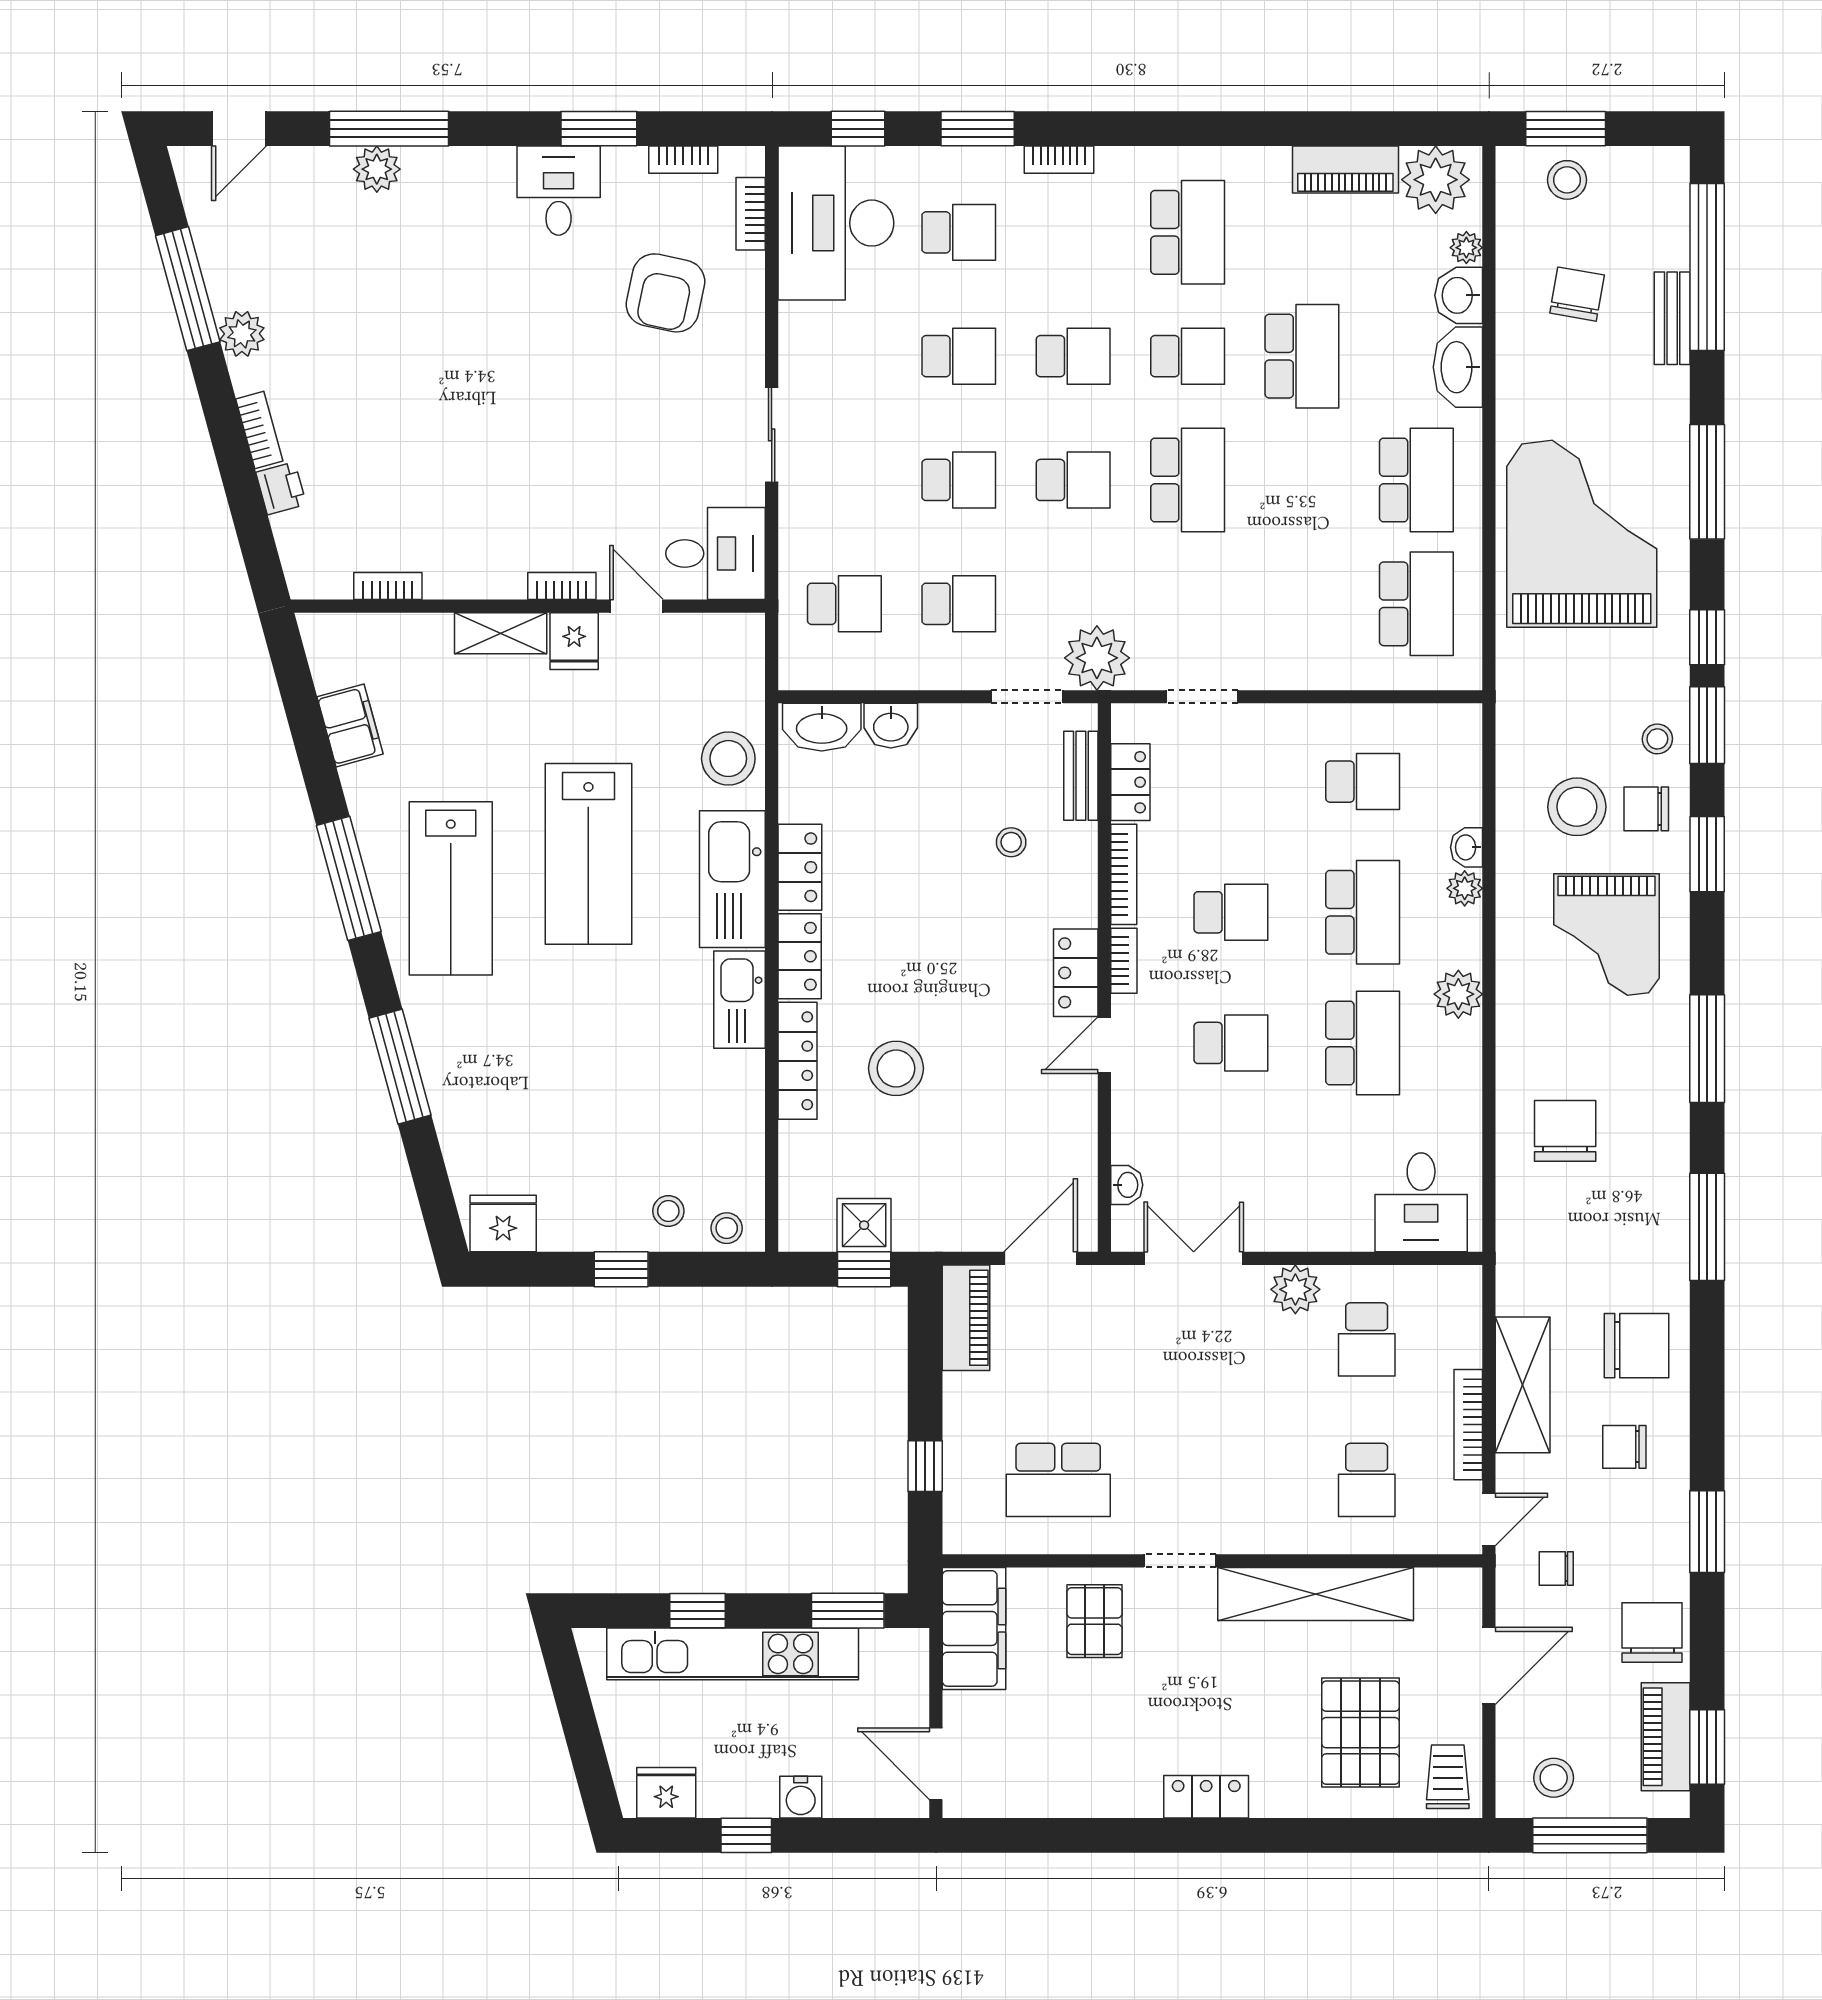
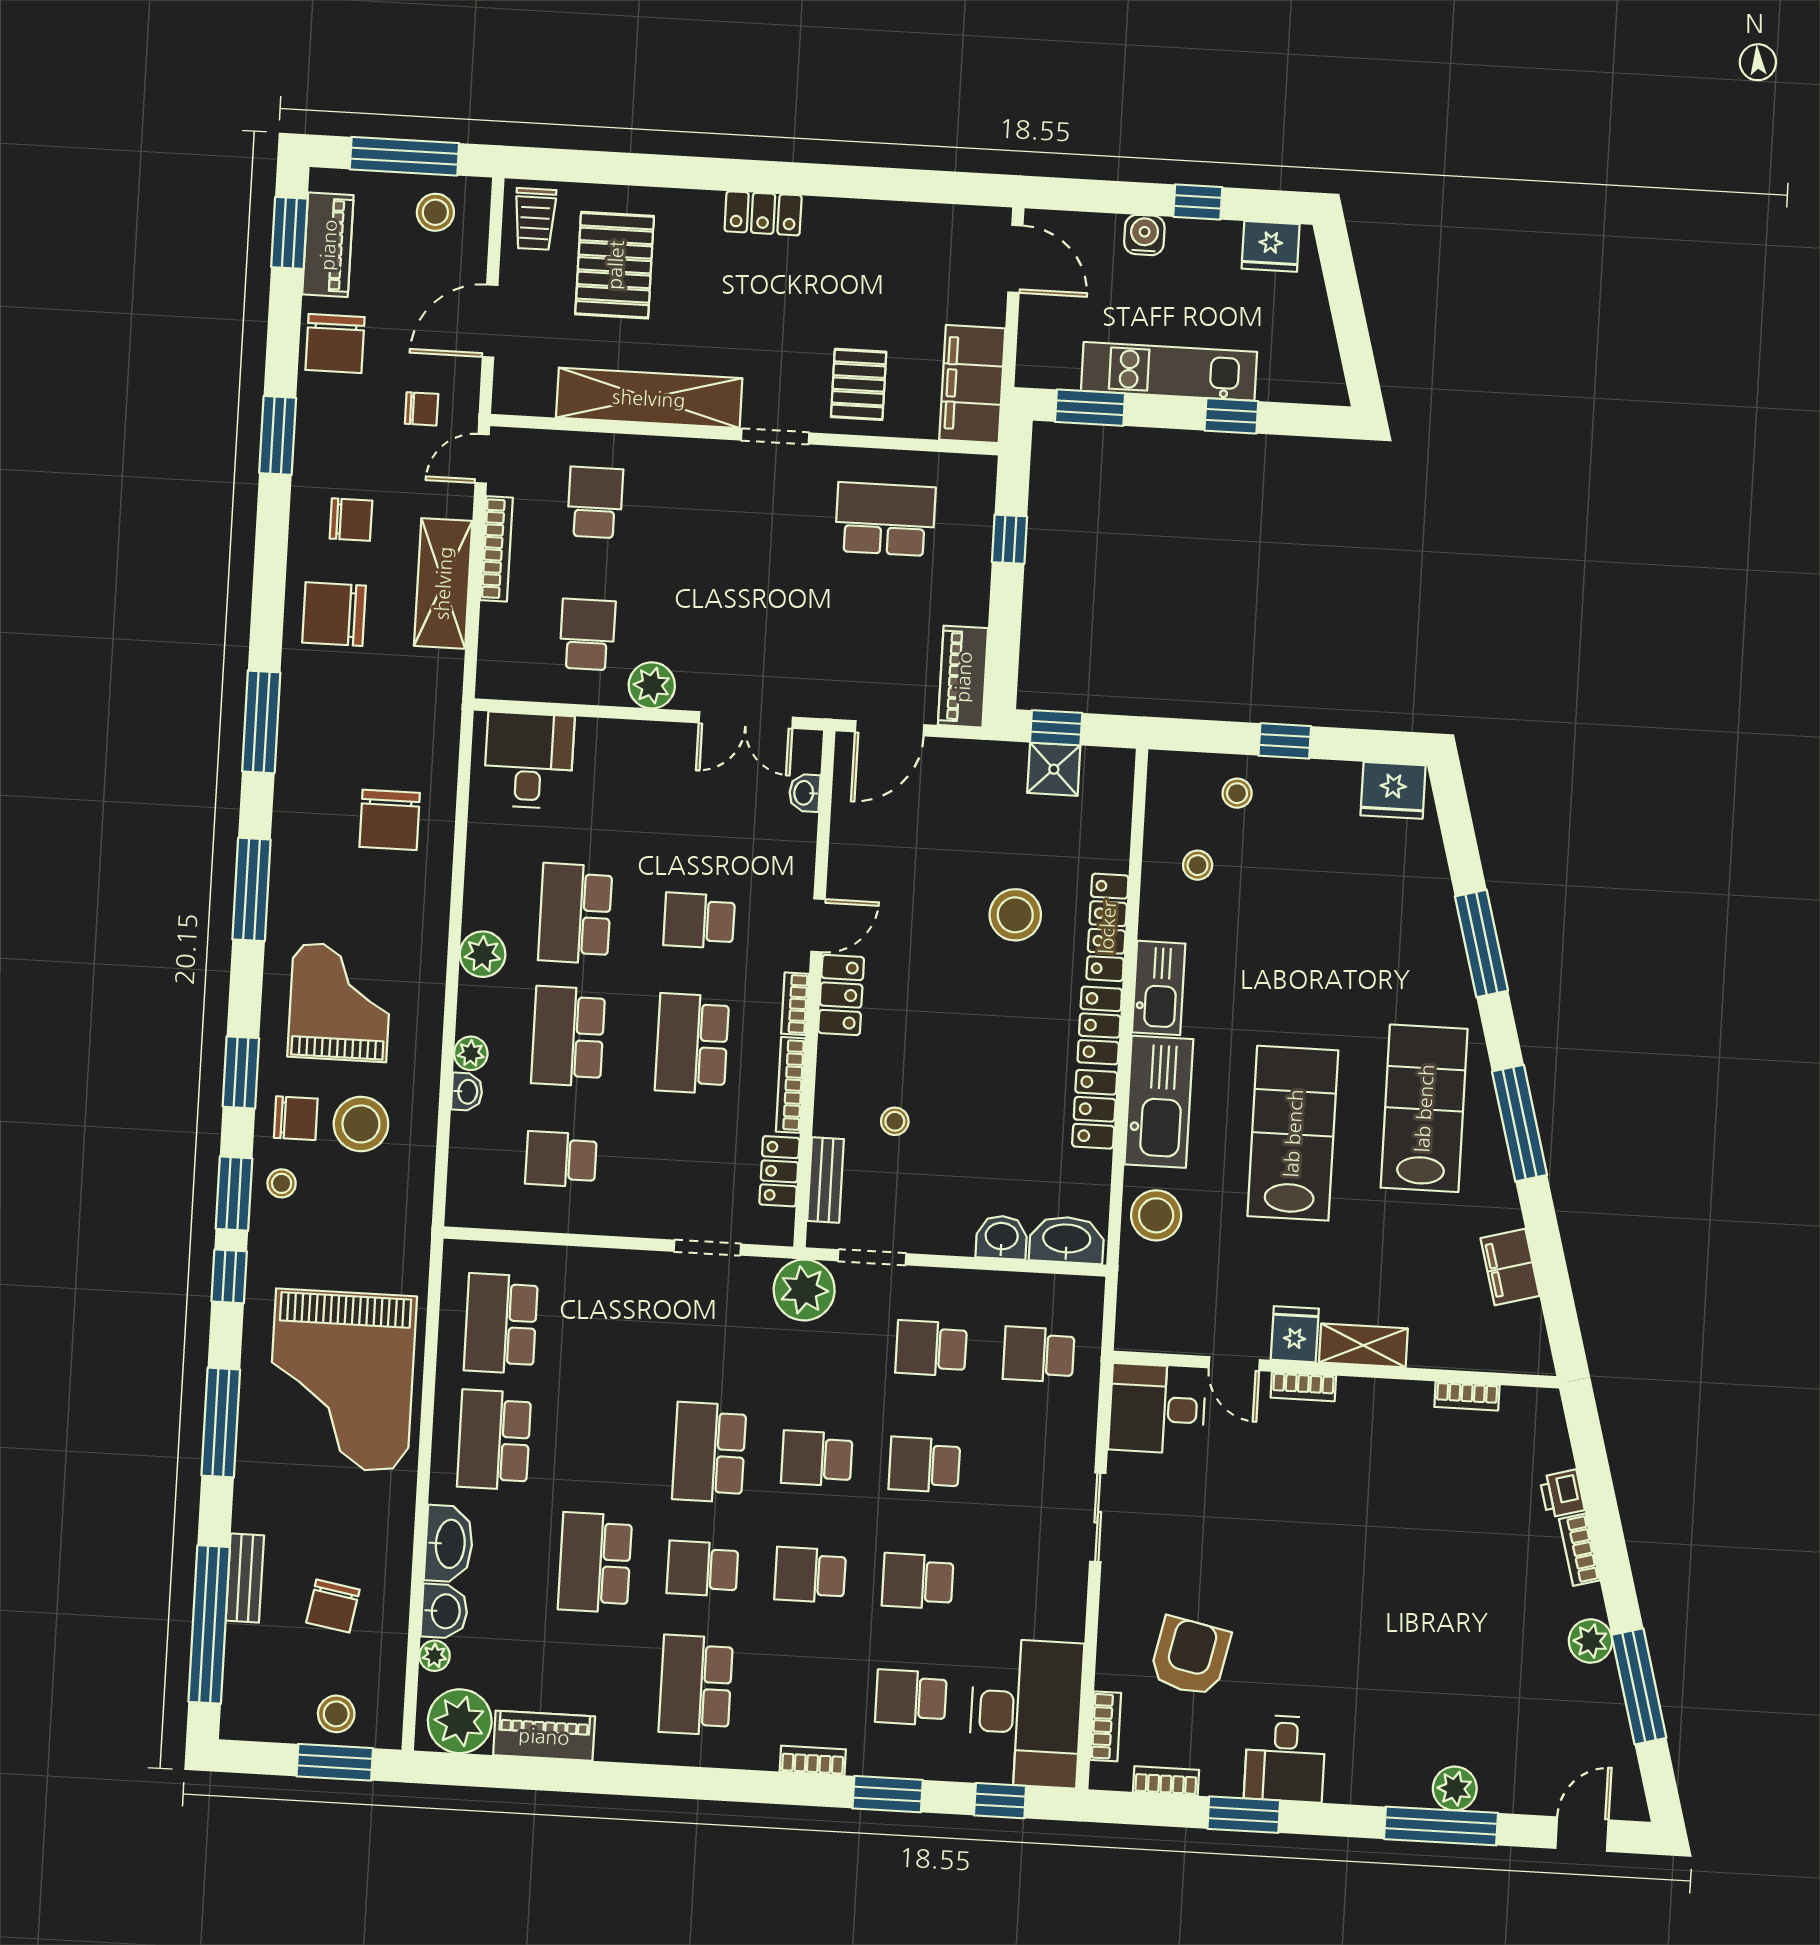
school desk: (1231, 912) -> (692, 1044), width x1.85
stool: (727, 1228) -> (1198, 865), moved
kitchen unit: (733, 1654) -> (1169, 371), width x0.73

